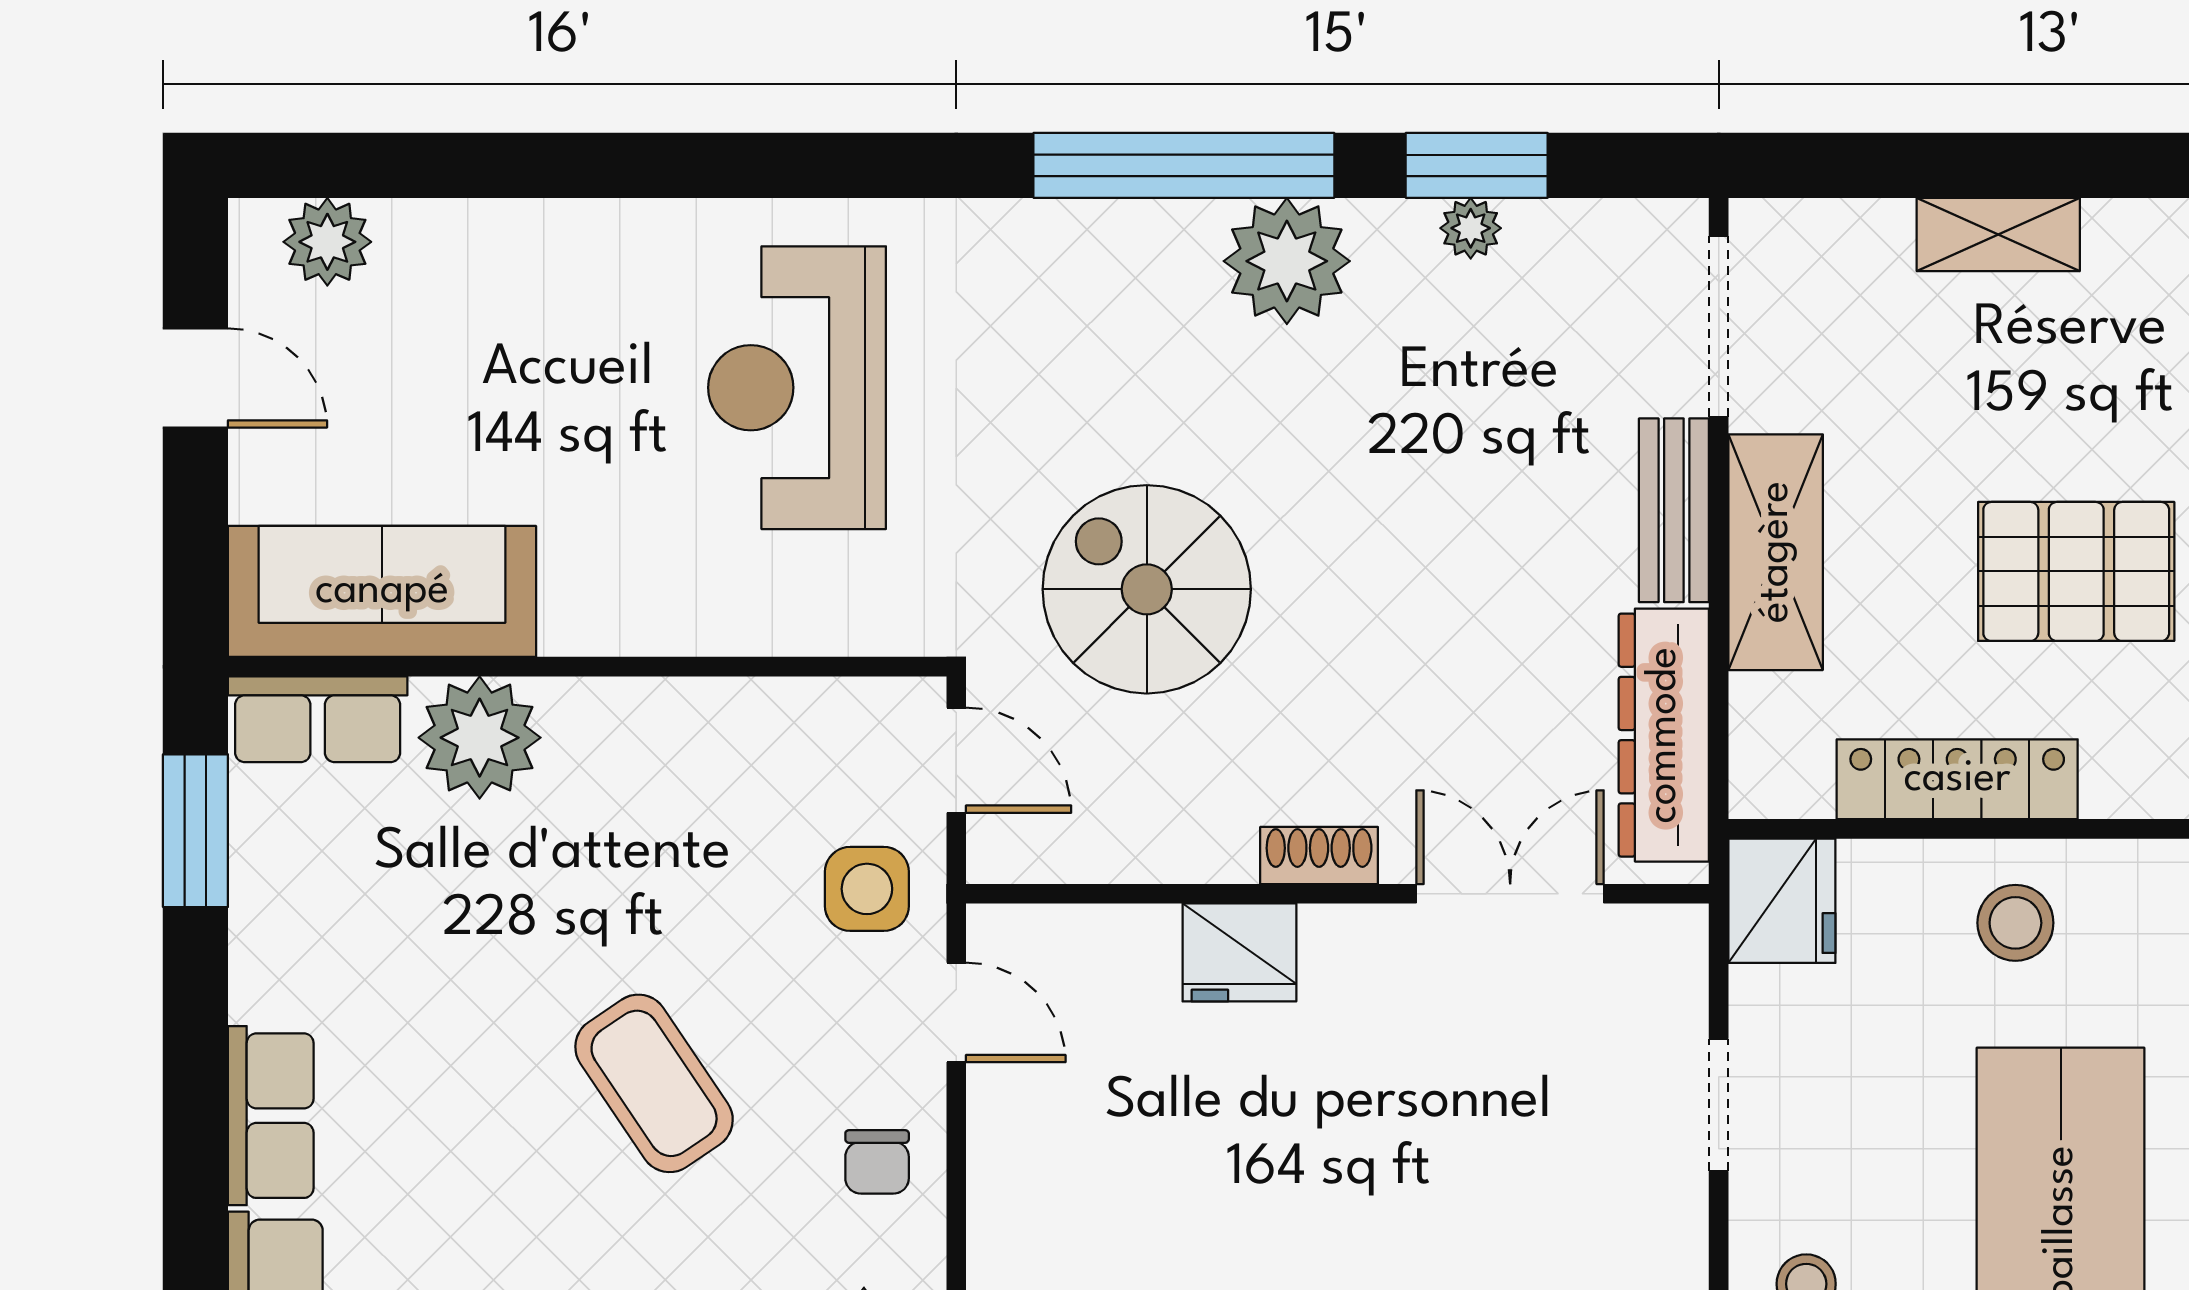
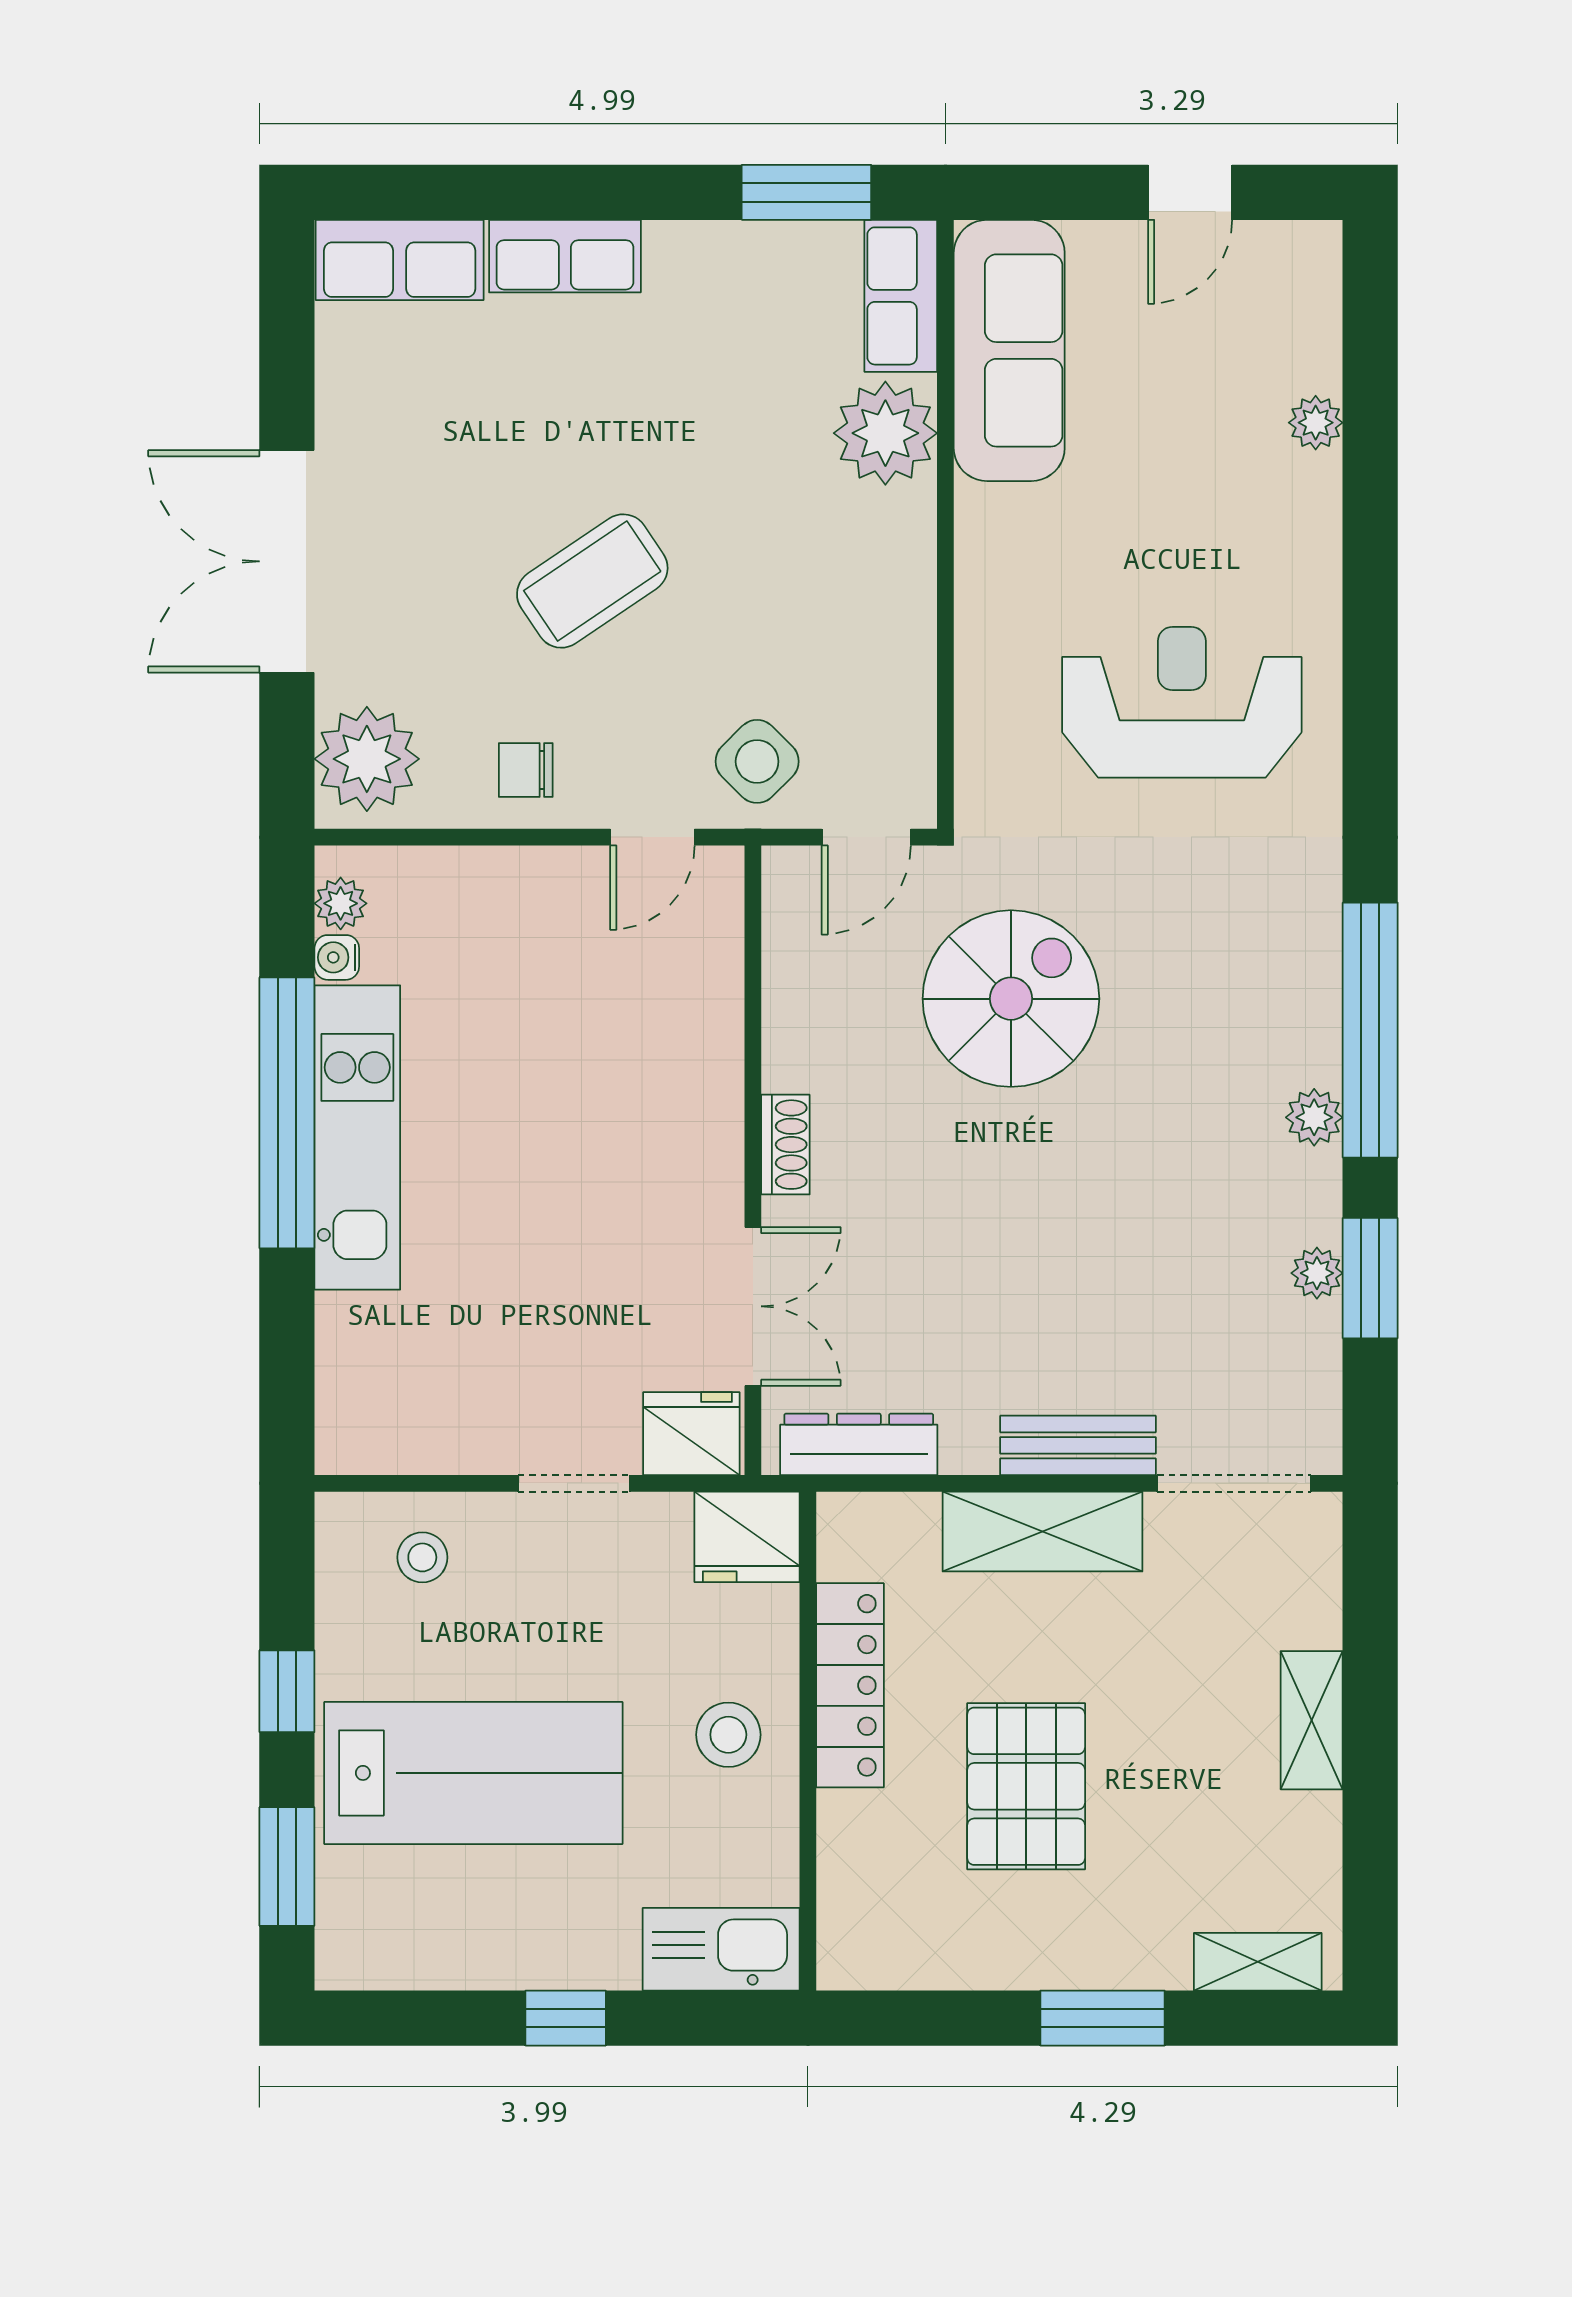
plant: (327, 242) -> (1316, 423), moved, width x0.73, depth x0.73
plant: (1287, 261) -> (1314, 1117), width x0.53, depth x0.53
dresser: (1664, 735) -> (859, 1444), width x0.73, depth x0.80
side table: (867, 889) -> (757, 761), turned 45
fridge: (1239, 952) -> (691, 1434), moved, turned 90

